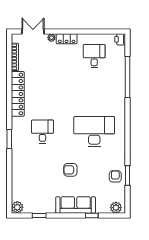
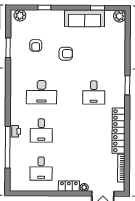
printer: (120, 39) -> (15, 131), moved
desk: (94, 94) -> (41, 130), added
desk: (94, 132) -> (42, 92), width x0.73, depth x0.77
armchair: (115, 176) -> (36, 45), moved
sofa: (76, 205) -> (85, 18), moved

